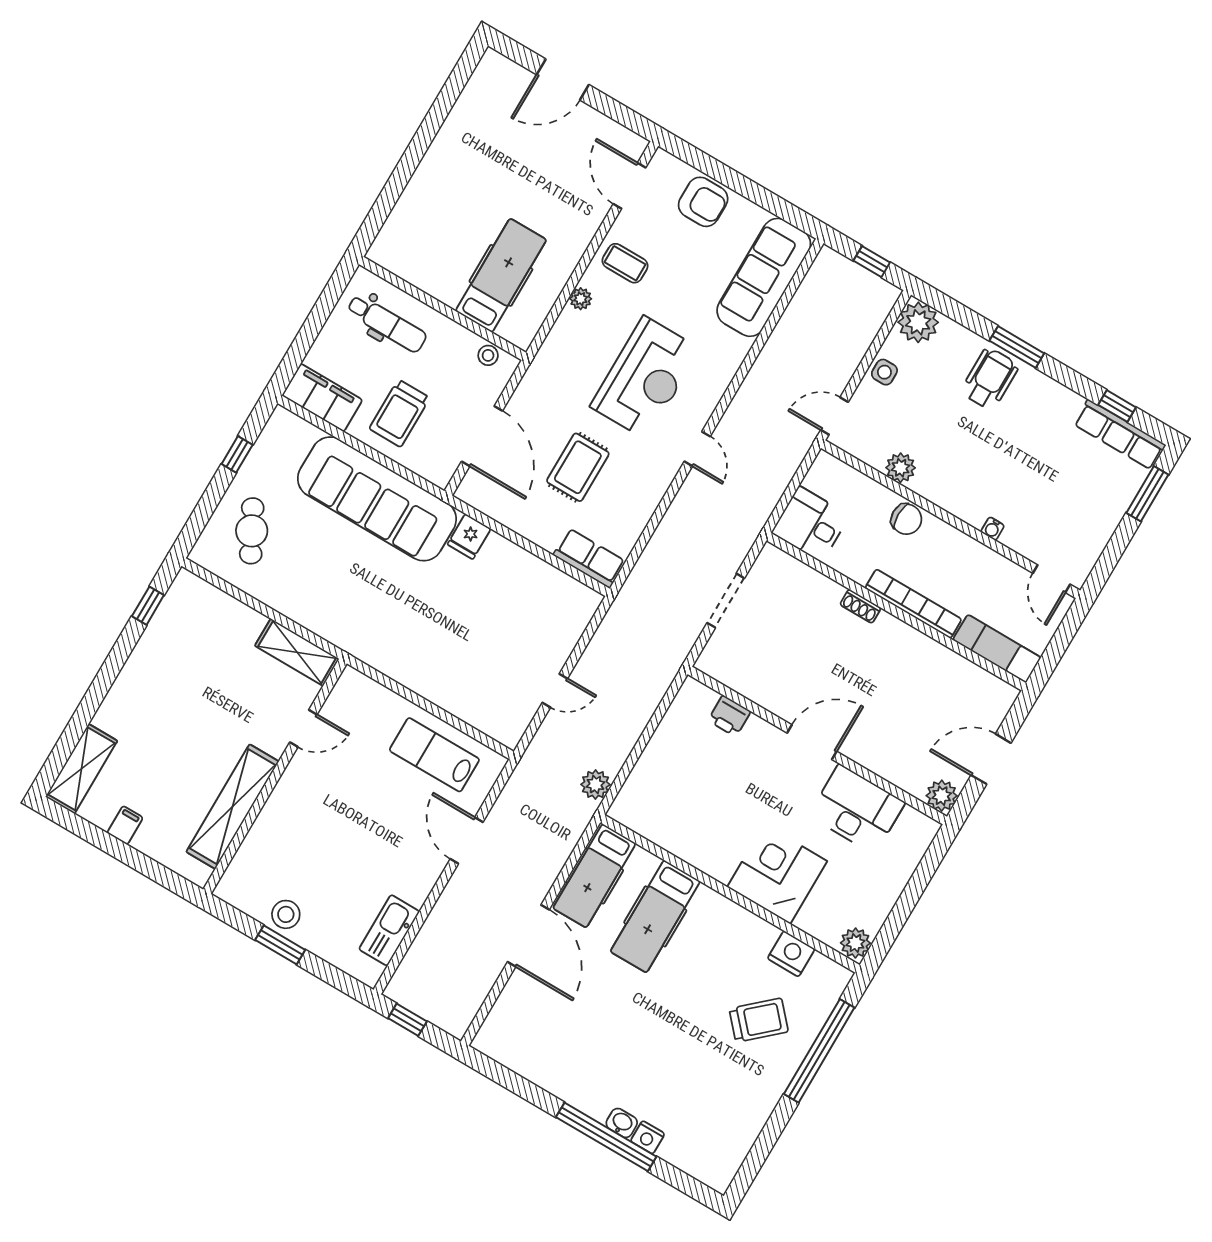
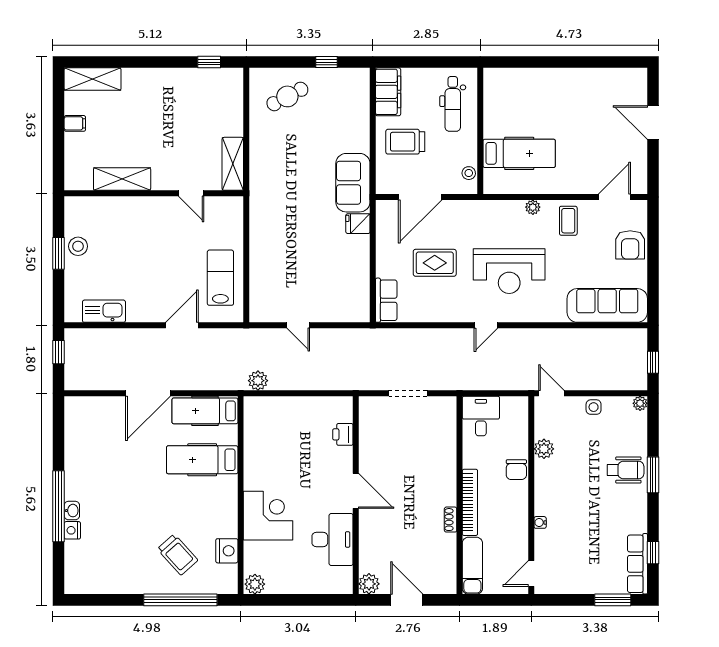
plant: (918, 322) -> (640, 403), width x0.53, depth x0.53
sofa: (377, 499) -> (353, 183), width x0.54, depth x0.79
shoe rack: (860, 606) -> (451, 520), moved
shelving: (233, 807) -> (122, 179), width x0.68

